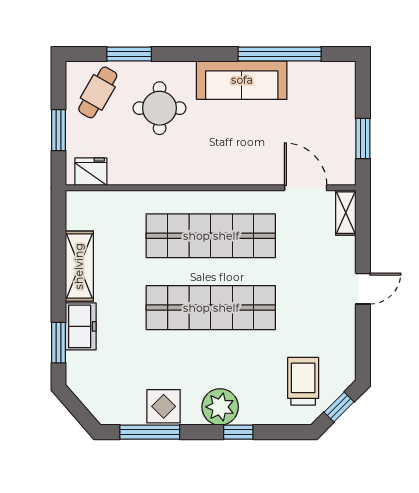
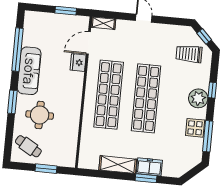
window: (129, 54) -> (12, 102), moved
fridge: (91, 172) -> (78, 63), moved
window: (59, 343) -> (146, 178), moved

